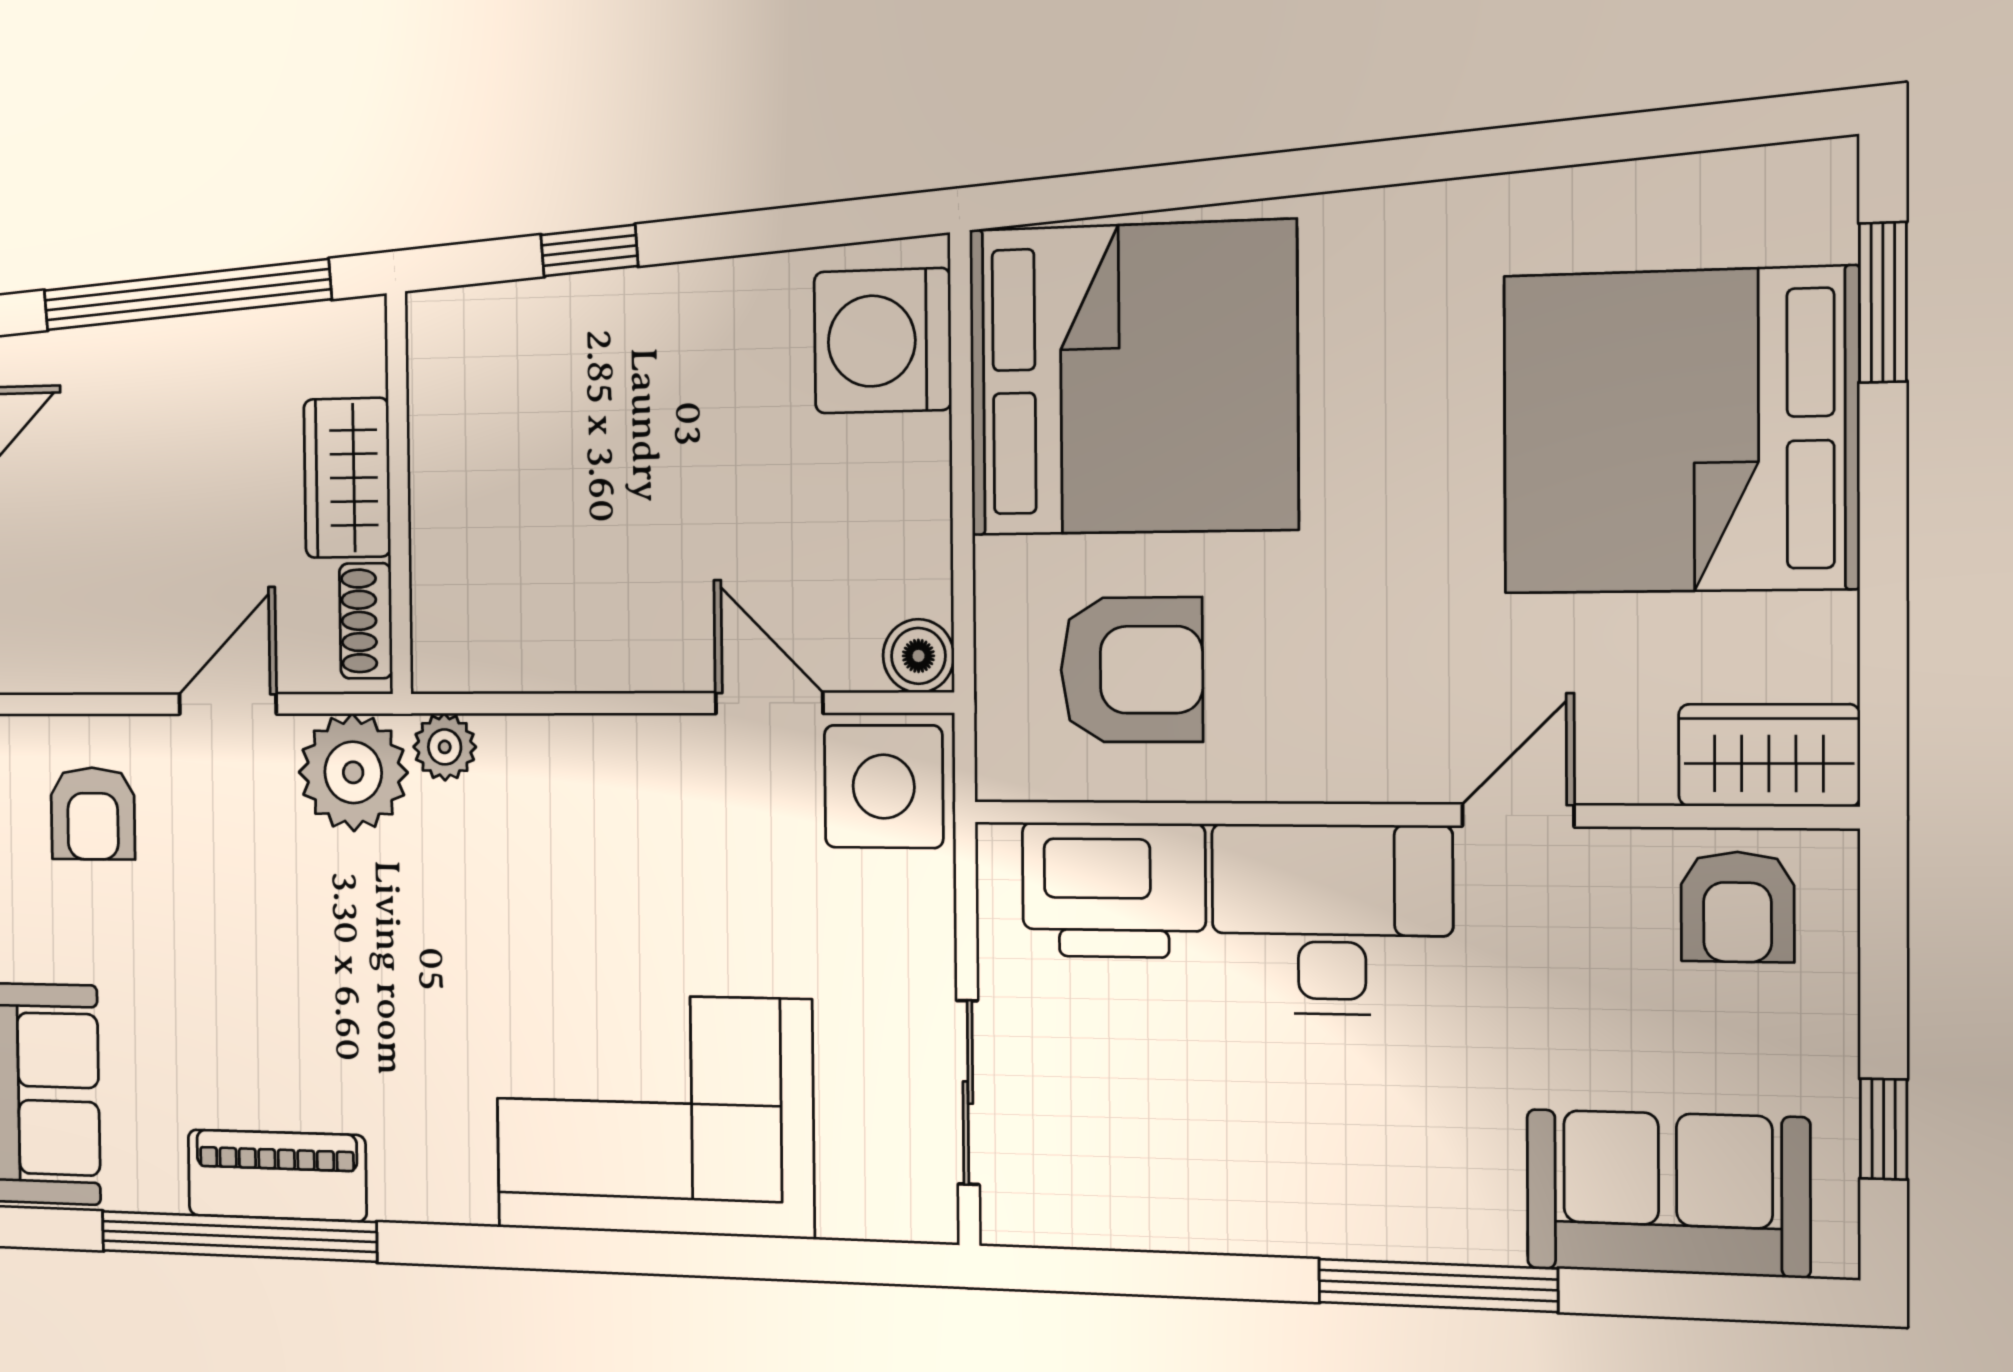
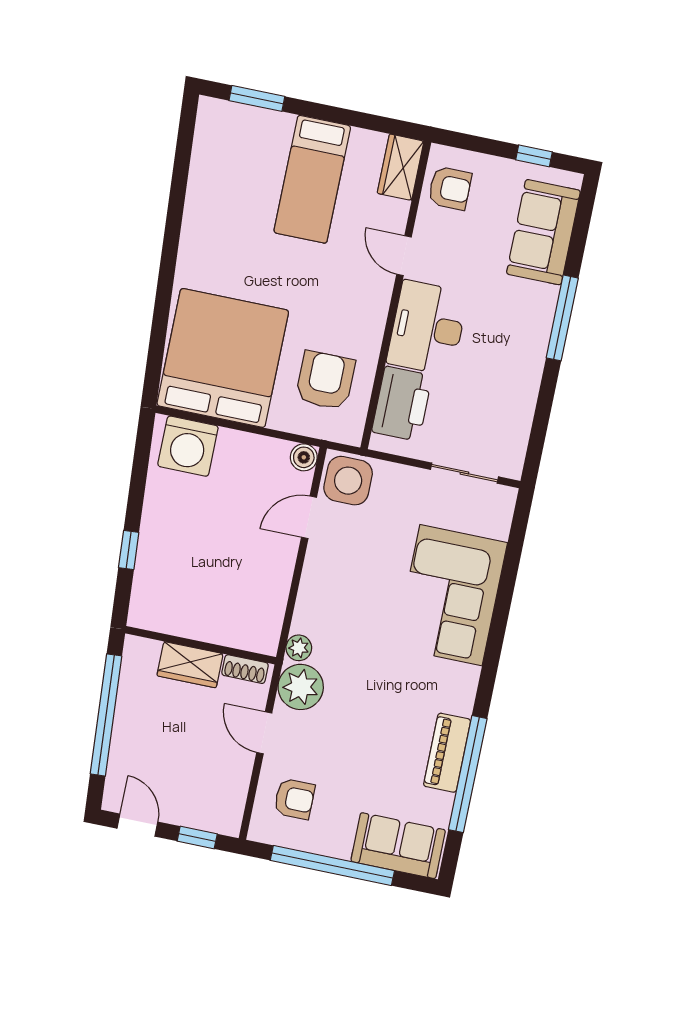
bed: (1680, 431) -> (312, 179), width x0.49

